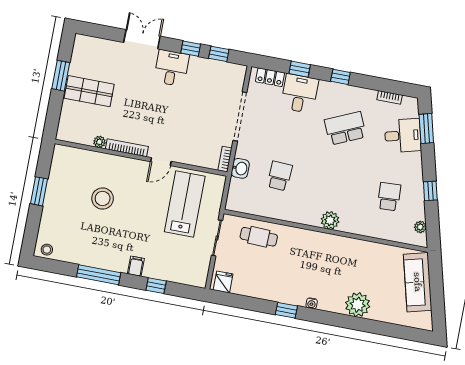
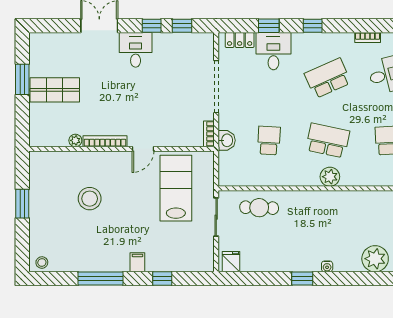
school desk: (334, 186) -> (328, 141), added

